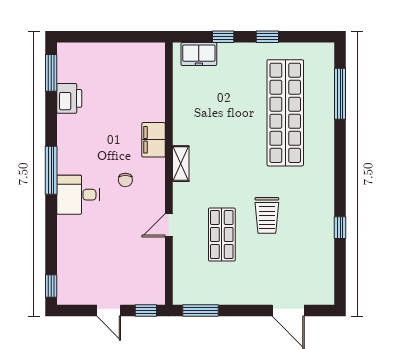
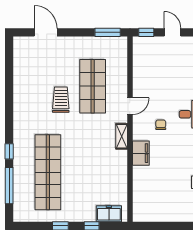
door: (169, 225) -> (130, 106), moved
window: (340, 228) -> (9, 151), moved
shop shelf: (222, 234) -> (93, 86), width x1.43, depth x1.36

